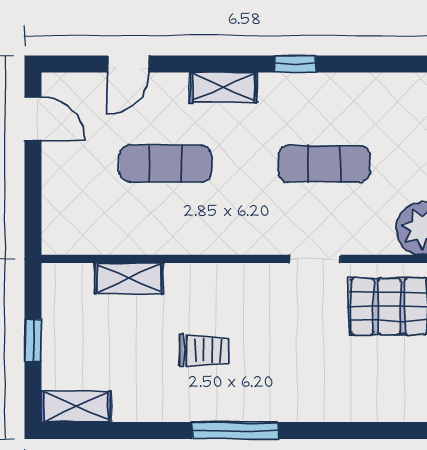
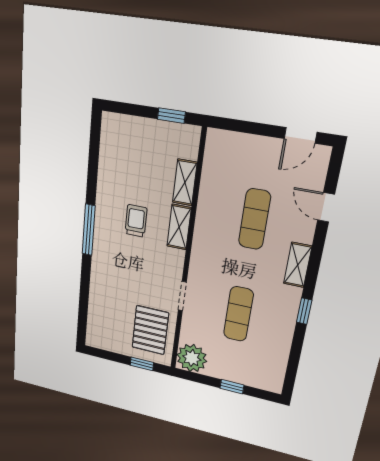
window: (33, 340) -> (171, 116), moved
trolley: (204, 350) -> (136, 221), turned 180
shelving: (76, 406) -> (179, 227), moved

